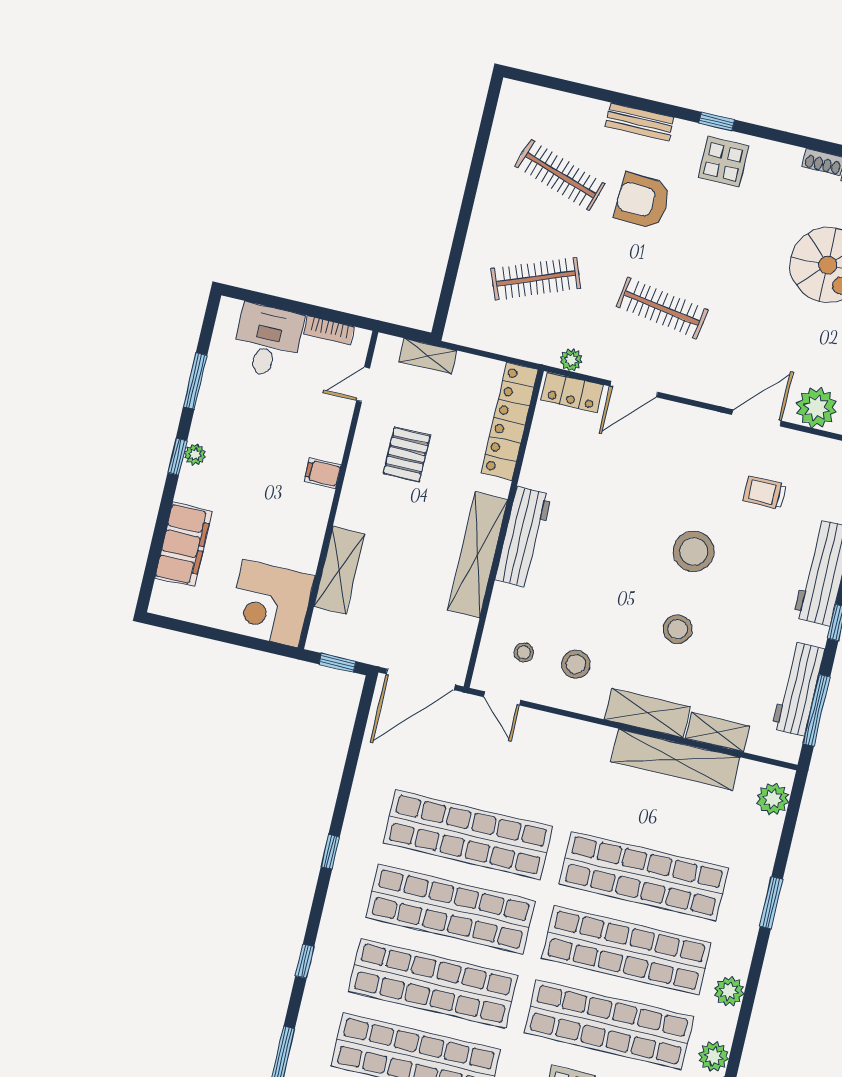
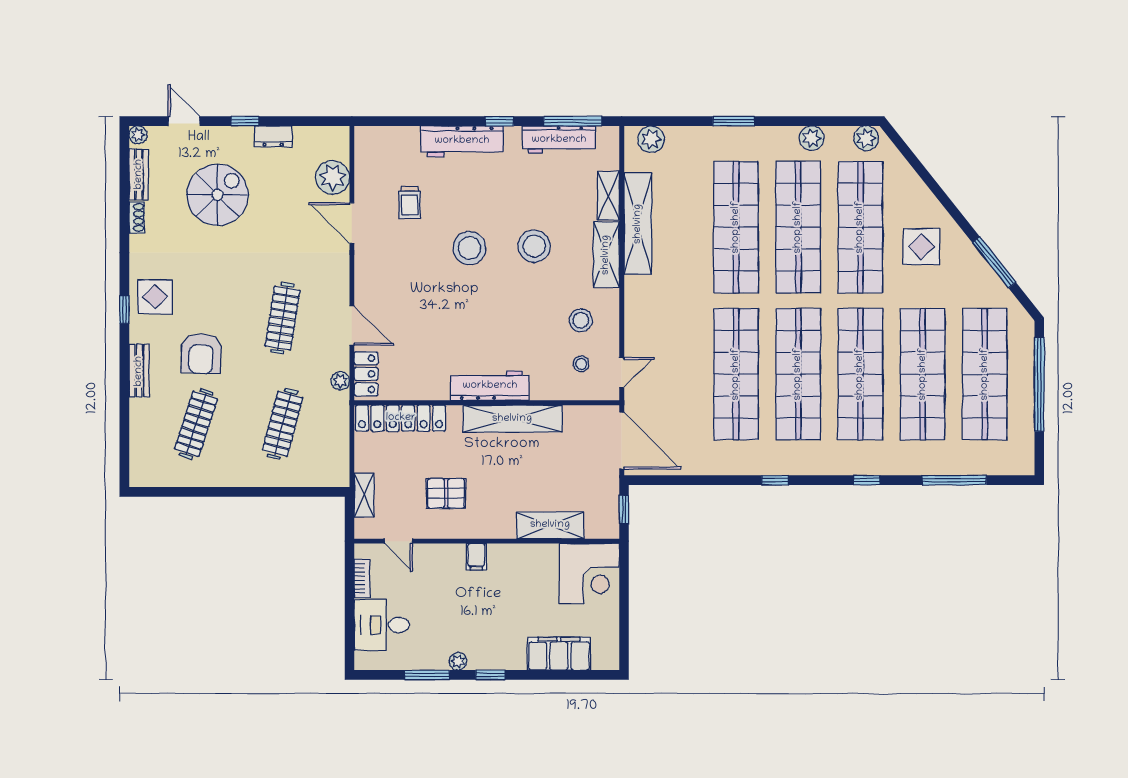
clothes rail: (536, 279) -> (283, 424), turned 36
plant: (195, 455) -> (458, 661), moved
stool: (678, 629) -> (534, 246), width x1.38, depth x1.38

